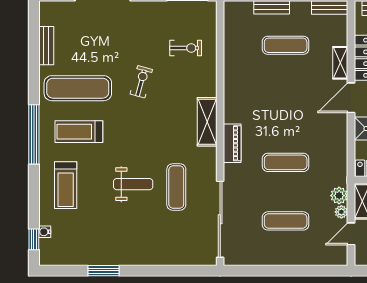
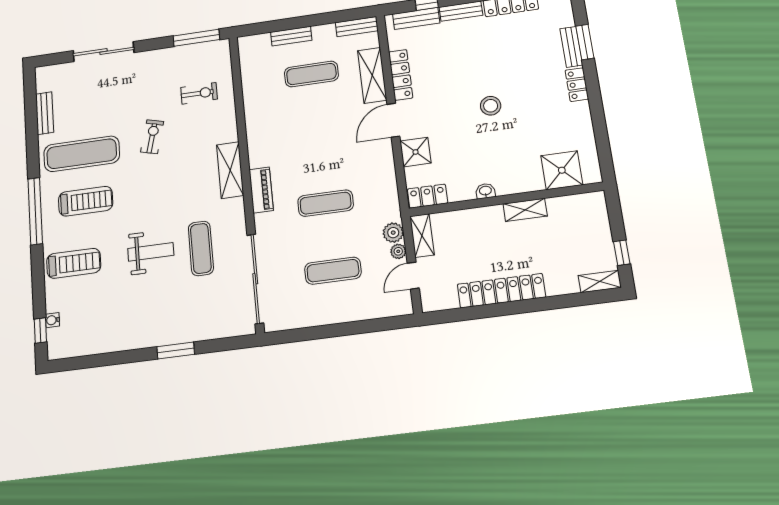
shelving: (340, 63) -> (372, 75), width x1.50, depth x1.33
treadmill: (79, 132) -> (86, 201), turned 180
treadmill: (66, 185) -> (74, 263), turned -90
window: (103, 271) -> (176, 351), moved

